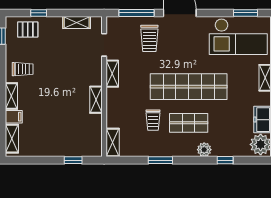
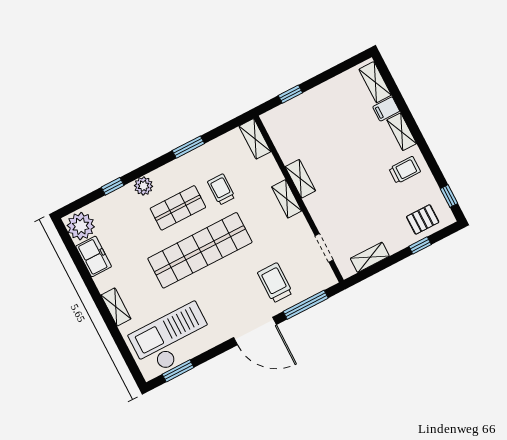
trolley: (23, 69) -> (405, 170), turned 180
shelving: (112, 74) -> (287, 199), moved

